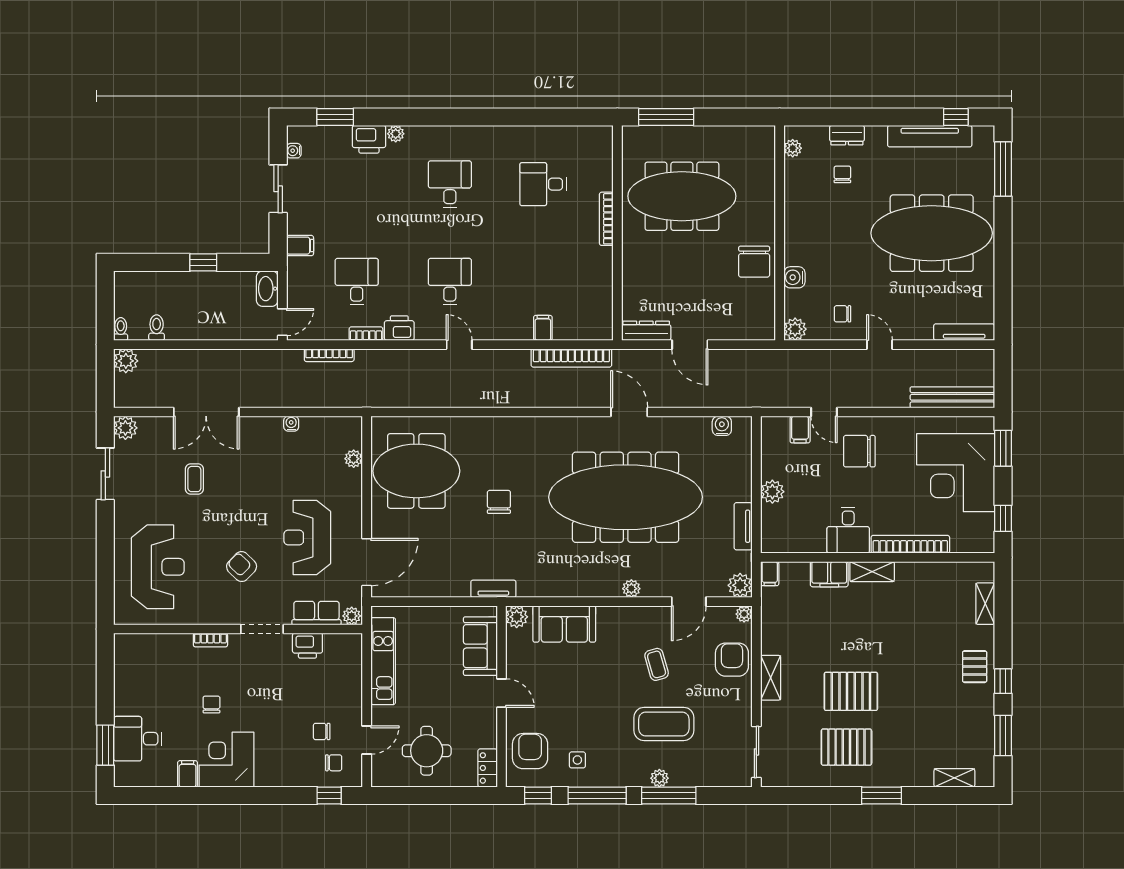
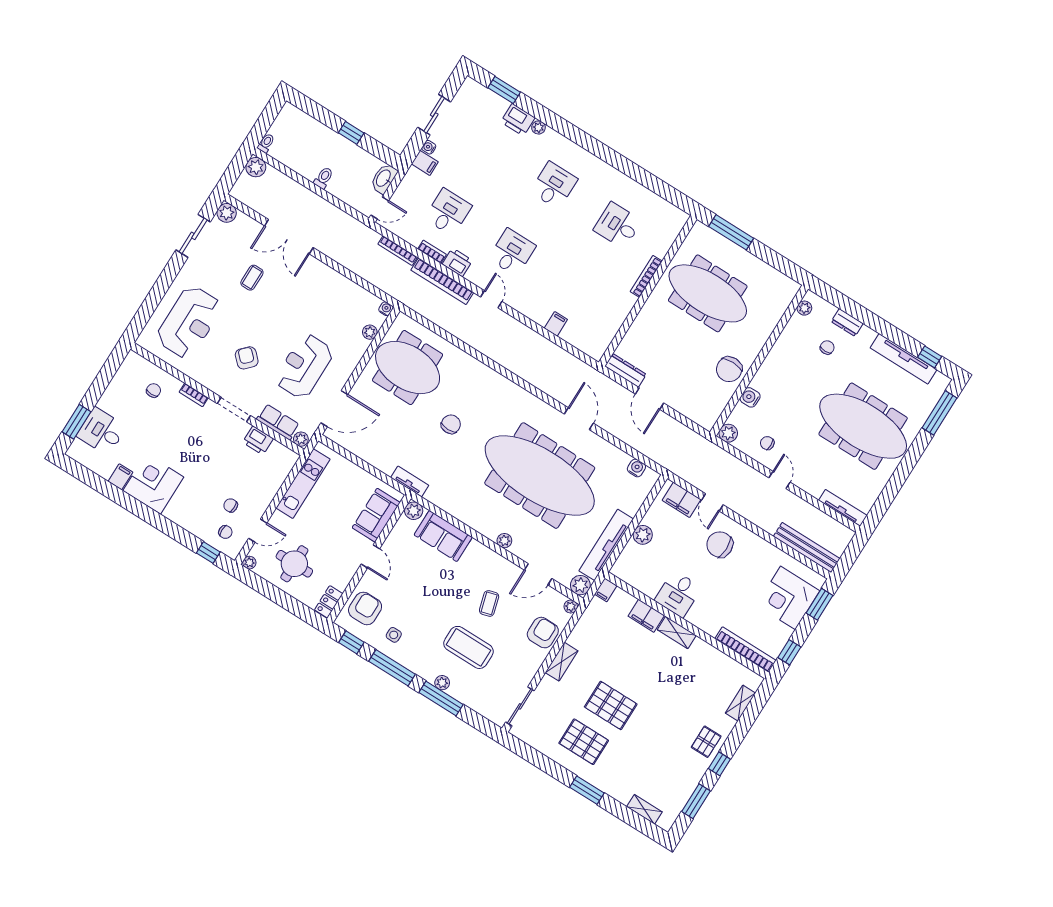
water cooler: (294, 151) -> (429, 147), moved
toilet: (157, 328) -> (324, 178), moved
bookcase: (571, 358) -> (442, 281), moved
water cooler: (291, 424) -> (386, 309), moved
filing cabinet: (800, 430) -> (682, 500), width x2.00
corner desk: (956, 473) -> (788, 598), width x0.74, depth x0.74
tv unit: (743, 526) -> (606, 545), width x1.92, depth x1.29
bookcase: (910, 544) -> (746, 650), moved
chair: (211, 704) -> (153, 390), moved
plant: (379, 779) -> (249, 563), added

